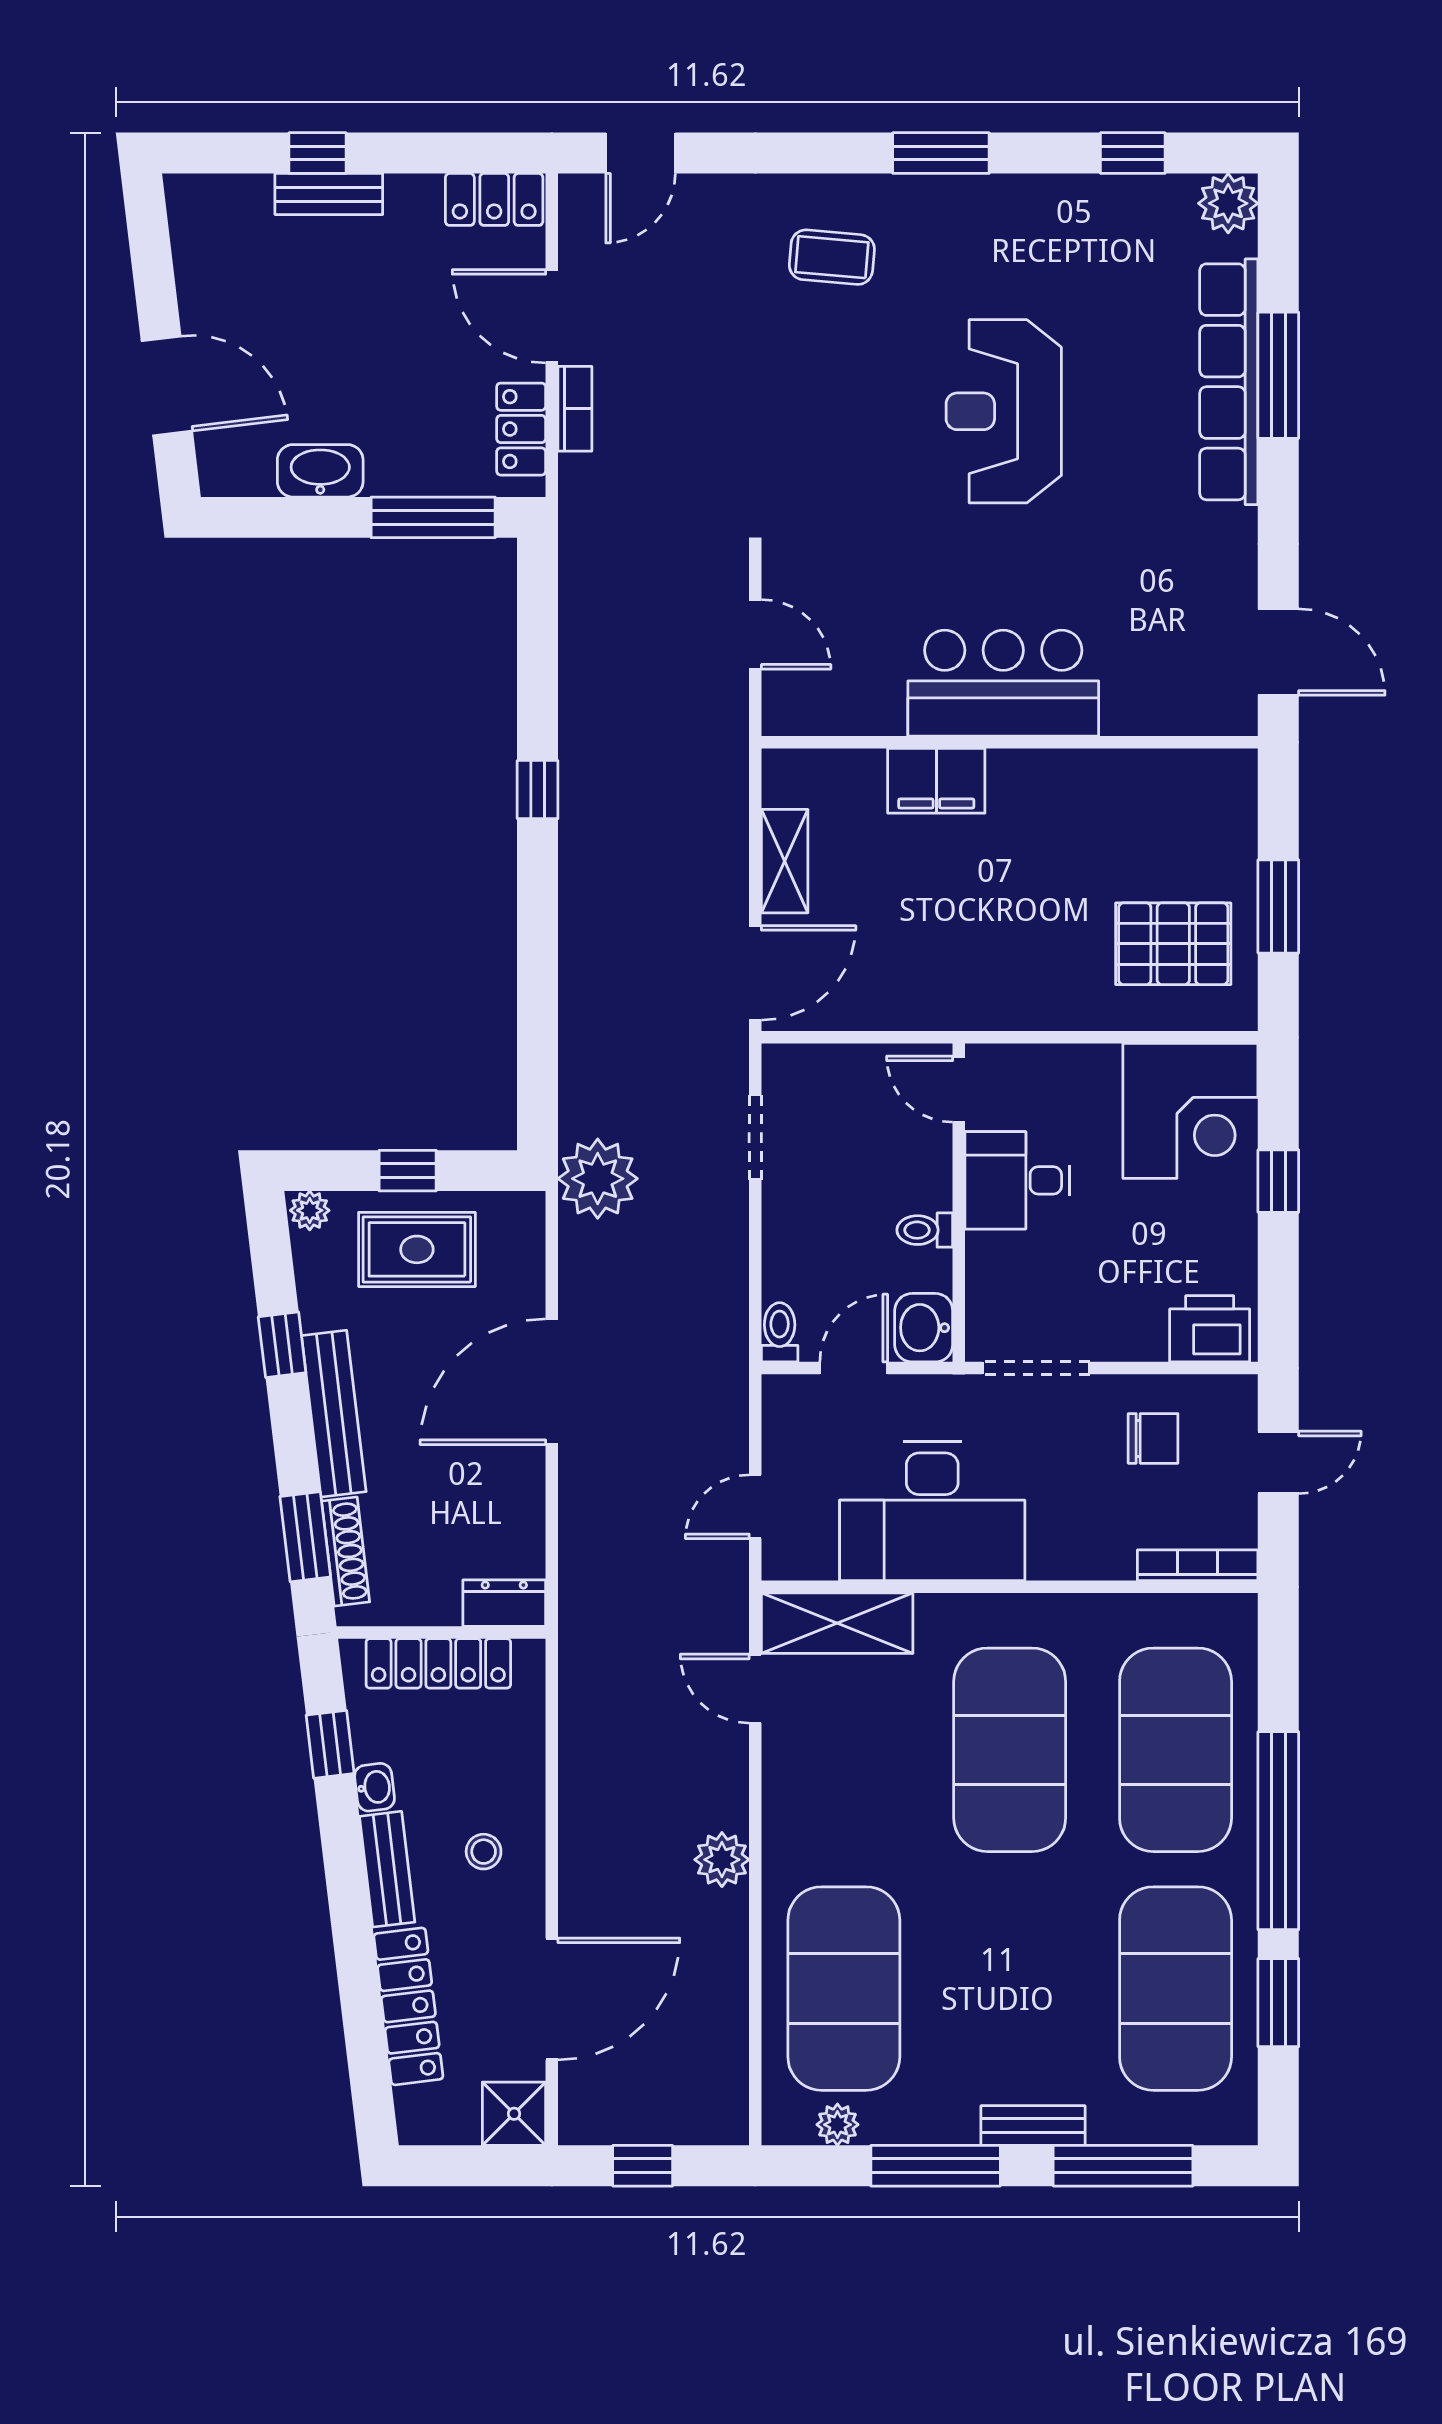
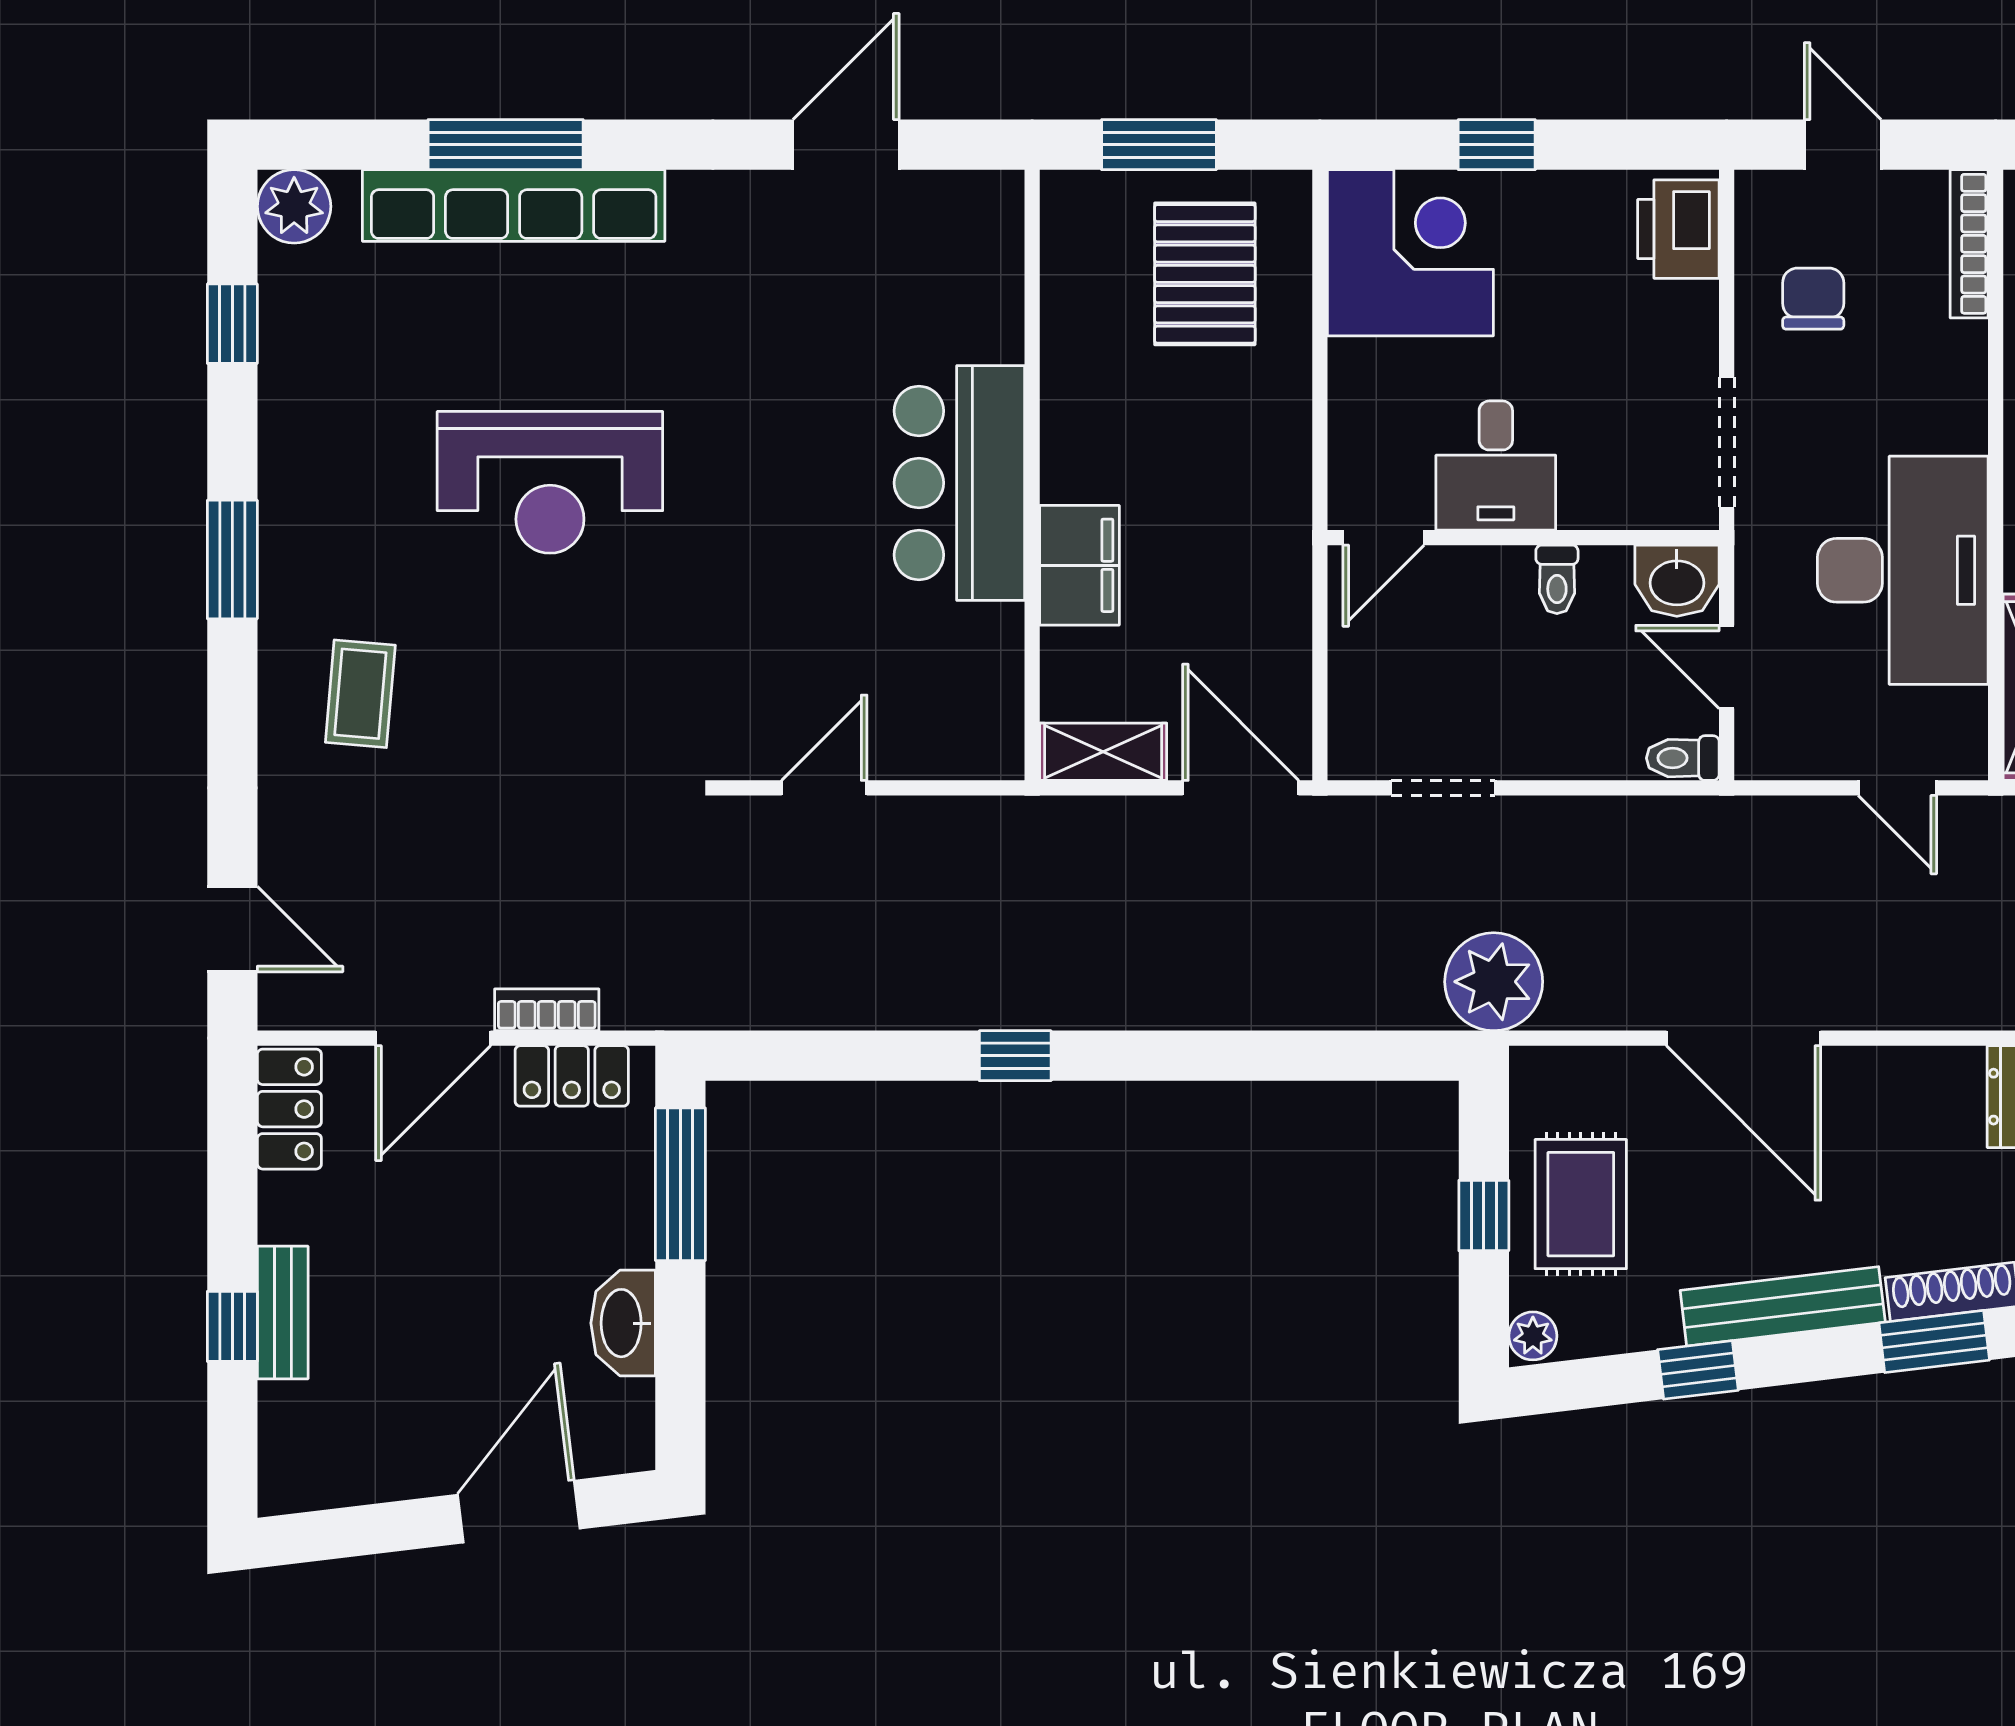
bar counter: (1003, 683) -> (959, 483), moved
wall: (1010, 742) -> (1032, 475), moved
filing cabinet: (936, 781) -> (1079, 565), moved

